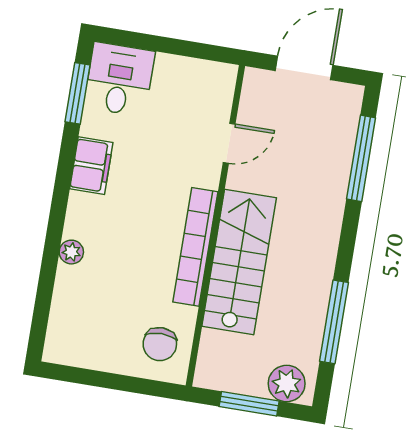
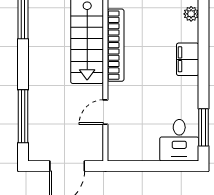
filing cabinet: (91, 166) -> (188, 59), moved
plant: (71, 252) -> (191, 14), moved

